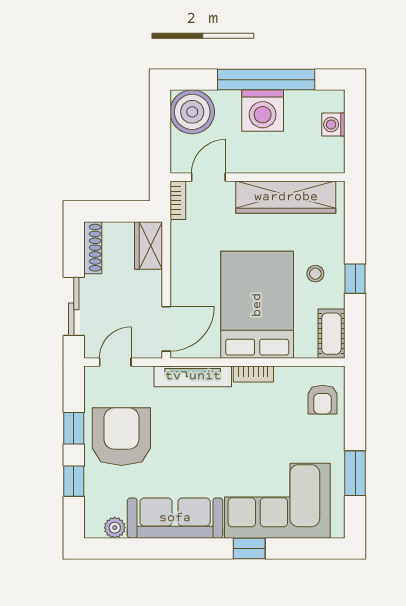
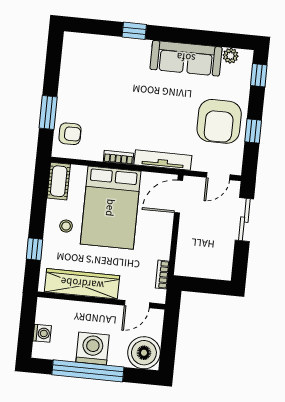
bookcase: (178, 200) -> (162, 275), moved
wardrobe: (149, 245) -> (185, 259), removed
shoe rack: (93, 248) -> (226, 261), removed
window: (355, 279) -> (35, 249), moved
armchair: (323, 400) -> (70, 134), turned 90
window: (355, 473) -> (48, 112), moved
window: (74, 481) -> (259, 75), moved
corner sofa: (277, 501) -> (110, 63), removed

